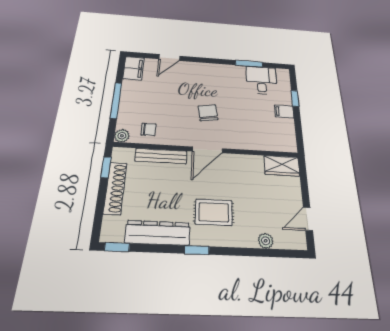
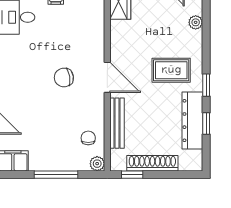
rug: (214, 212) -> (171, 70), turned 90
window: (117, 247) -> (206, 123), moved

